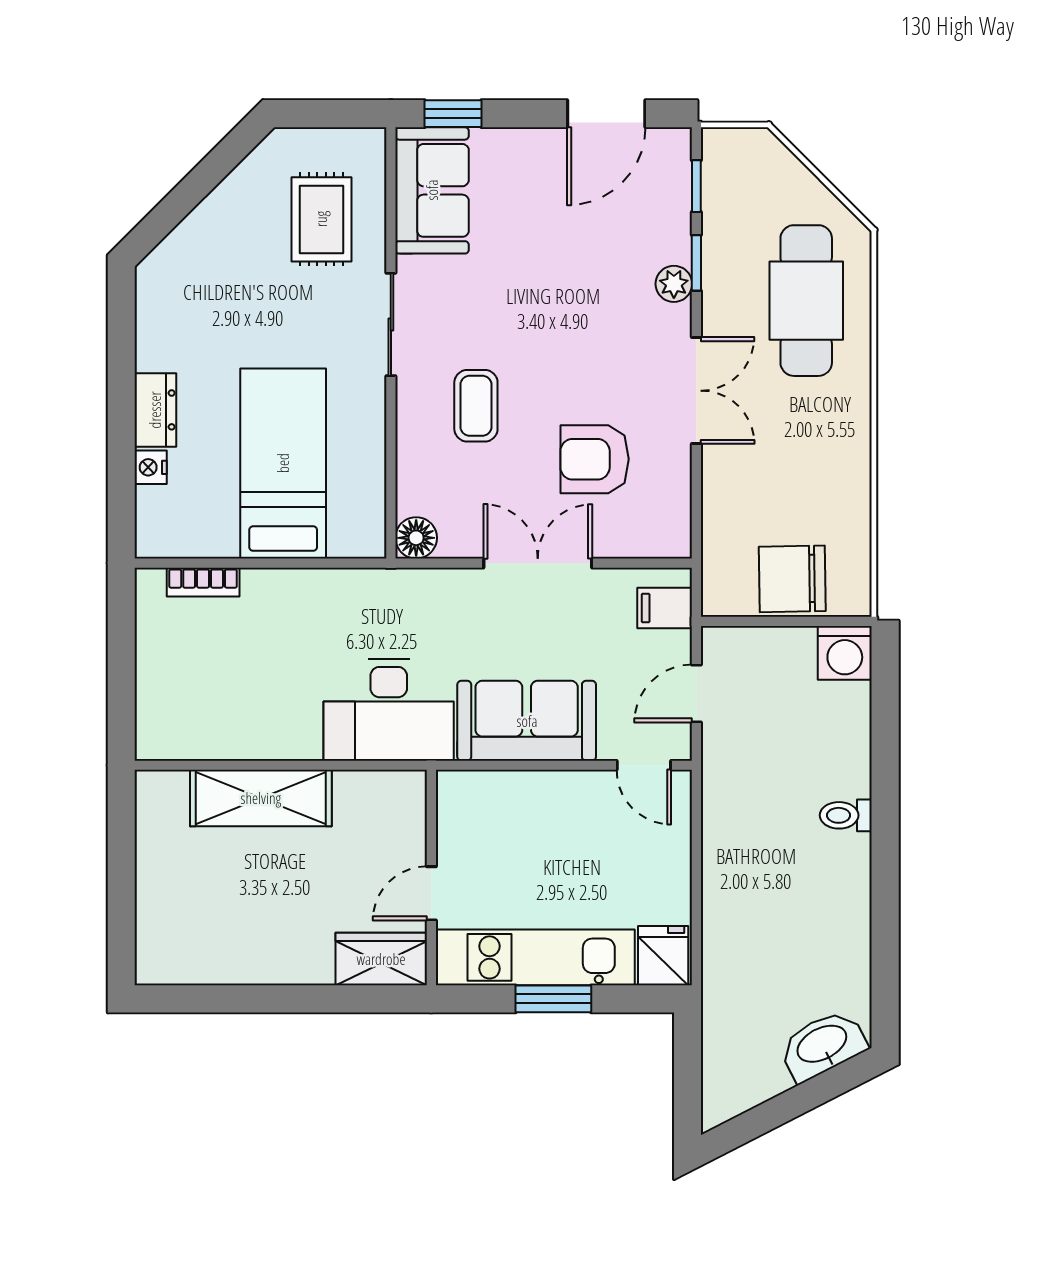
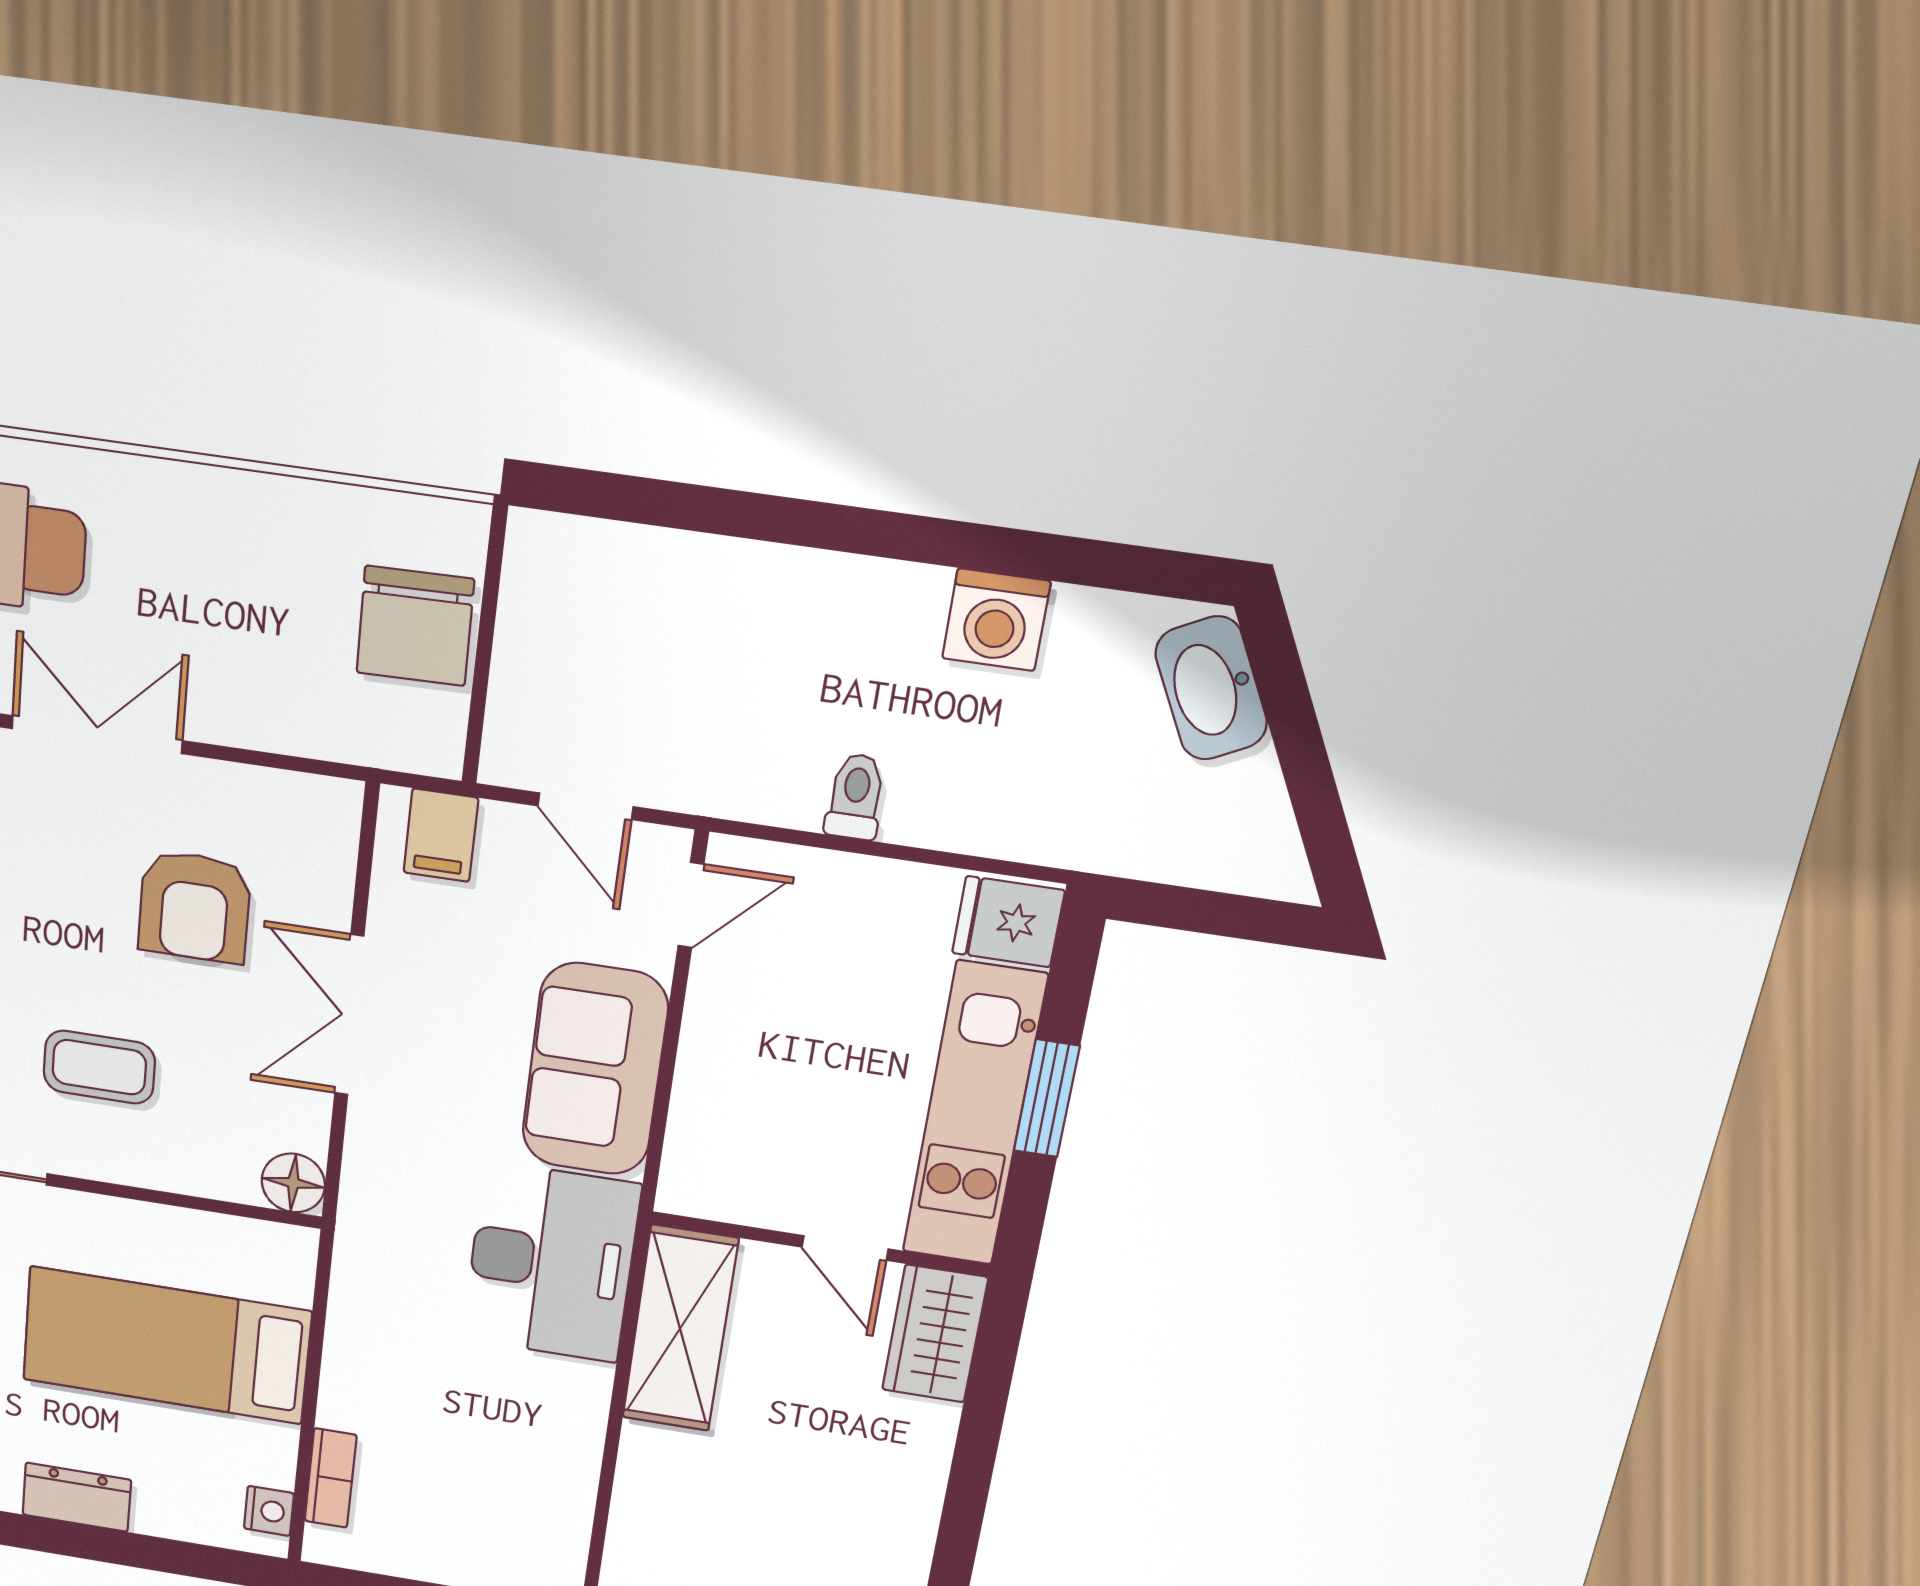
nightstand: (151, 467) -> (269, 1511), moved, turned -90
washing machine: (845, 653) -> (996, 620), moved, turned 90
shelving: (261, 798) -> (680, 1329), moved
toilet: (846, 815) -> (855, 797), moved, turned 180

